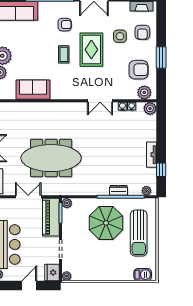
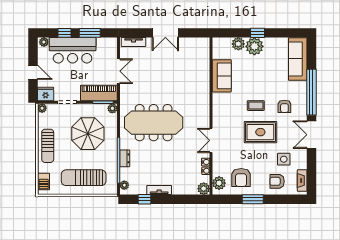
side table: (120, 36) -> (284, 159), moved
meeting table: (51, 158) -> (154, 123), moved, turned 90
parasol: (106, 223) -> (88, 134), moved
sun lounger: (106, 270) -> (48, 146), added

